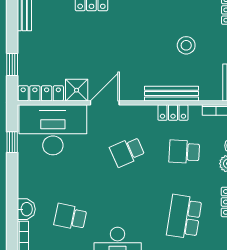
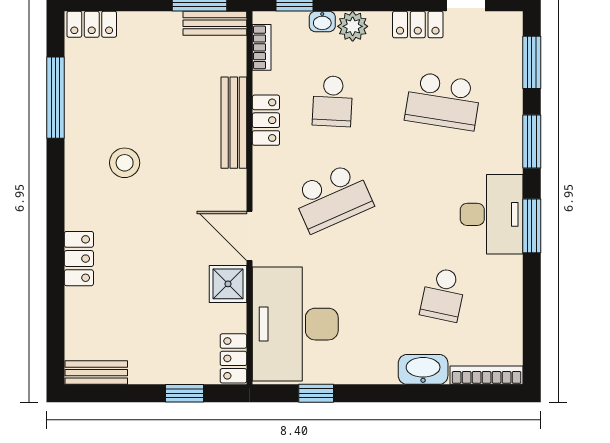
stool: (186, 45) -> (125, 163), moved
locker: (41, 93) -> (233, 358), width x0.66
school desk: (127, 152) -> (332, 198), width x1.85
washbasin: (26, 209) -> (423, 369), width x1.38

